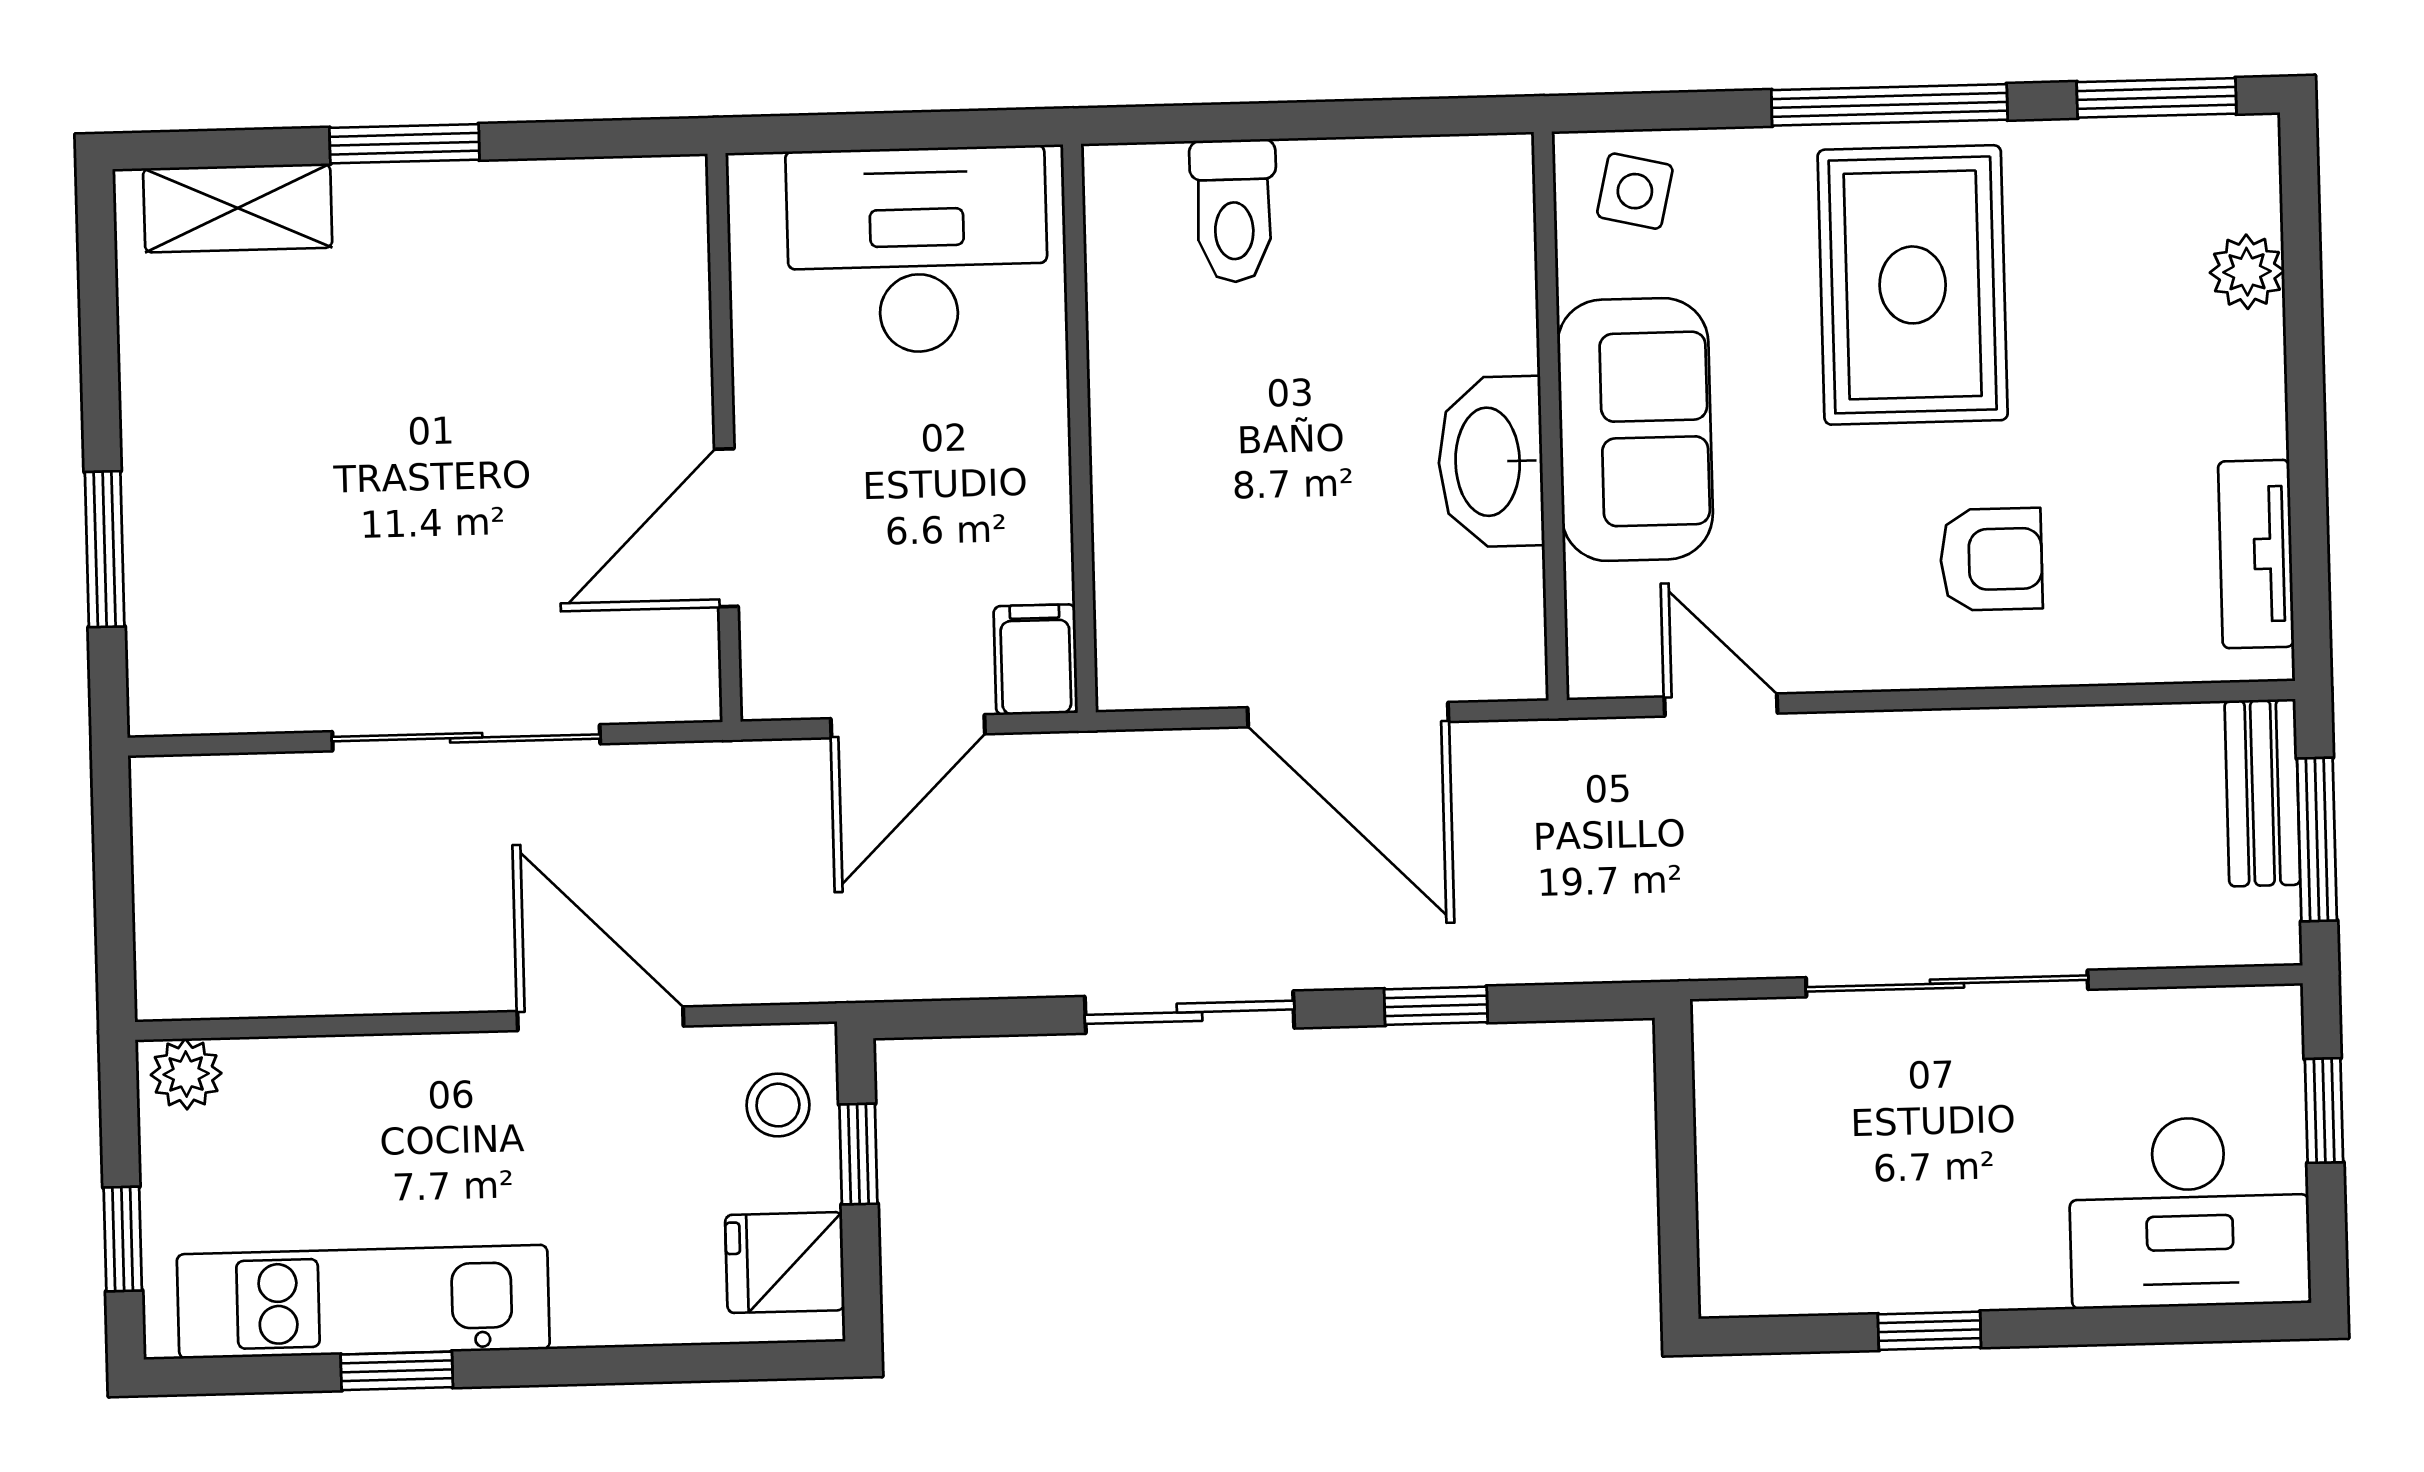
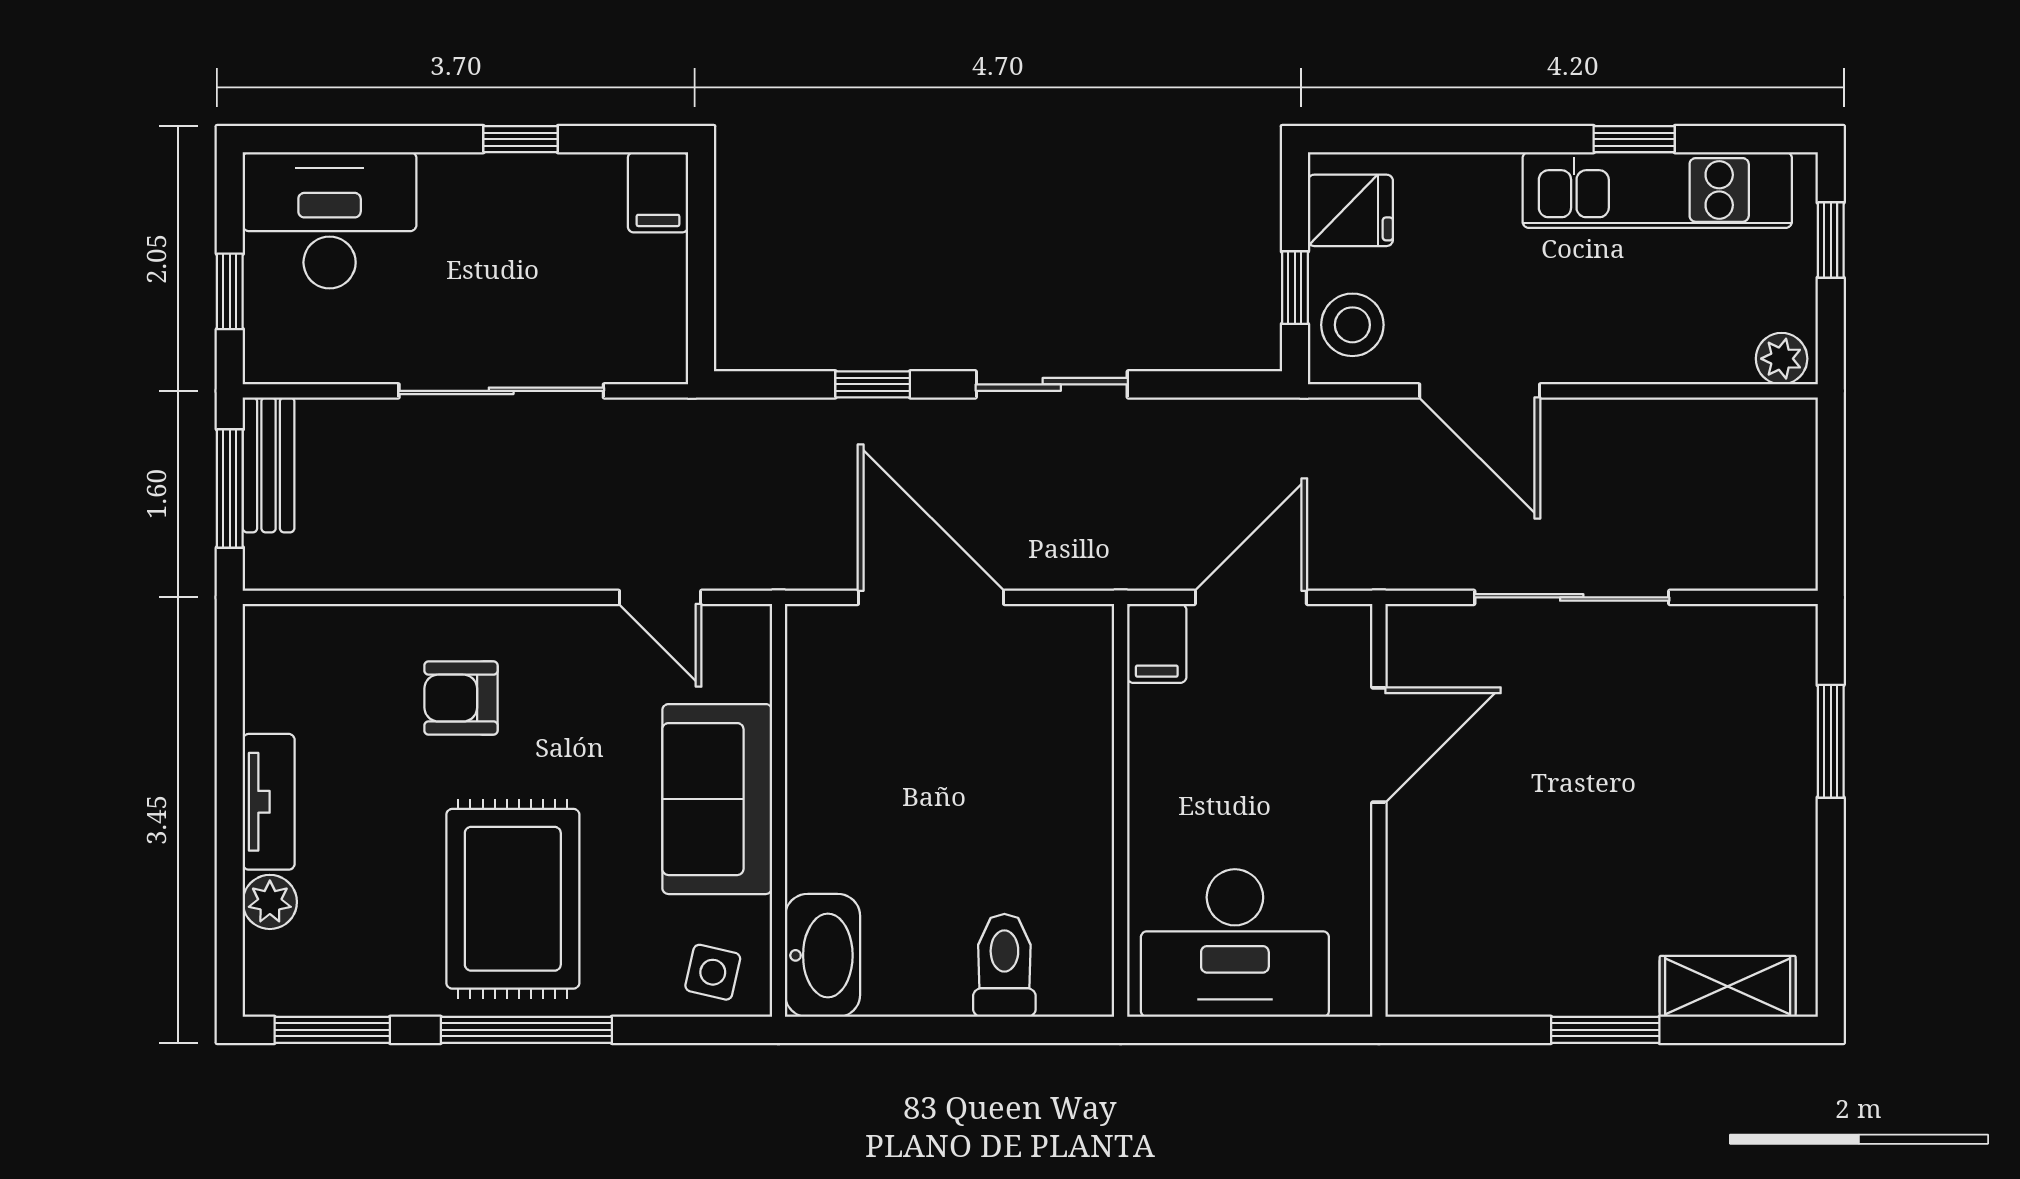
washbasin: (1491, 462) -> (823, 955), moved
tv unit: (2256, 554) -> (269, 802), moved
bench: (2262, 793) -> (269, 465), moved
stool: (778, 1105) -> (1352, 325), width x1.37, depth x1.37
filing cabinet: (1738, 1262) -> (658, 192), added

